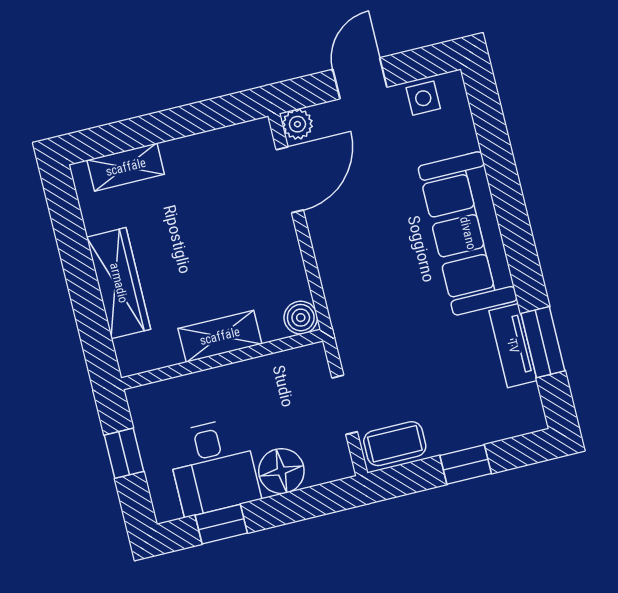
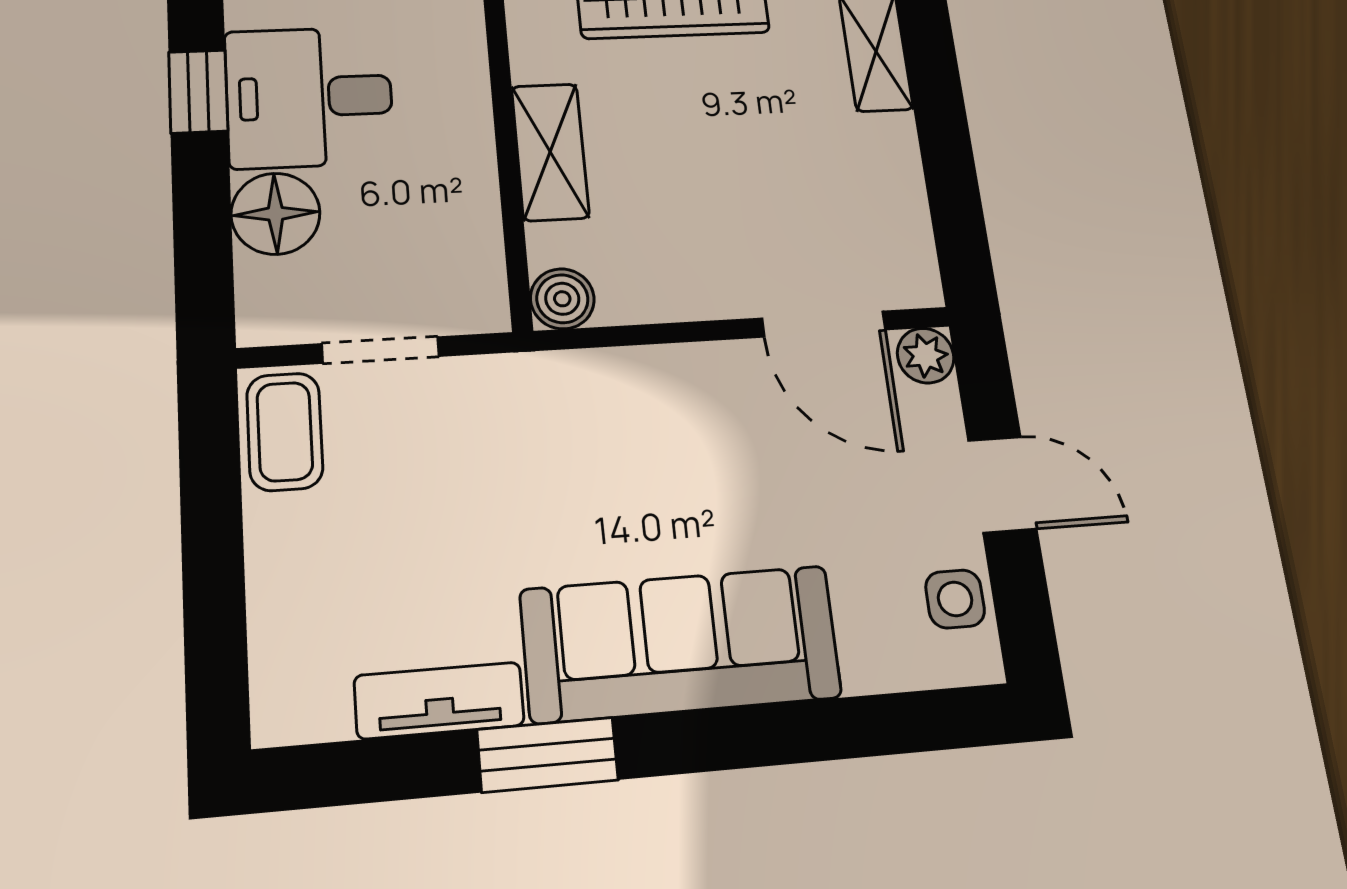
window: (543, 342) -> (548, 755), moved
window: (466, 464) -> (213, 564), removed

